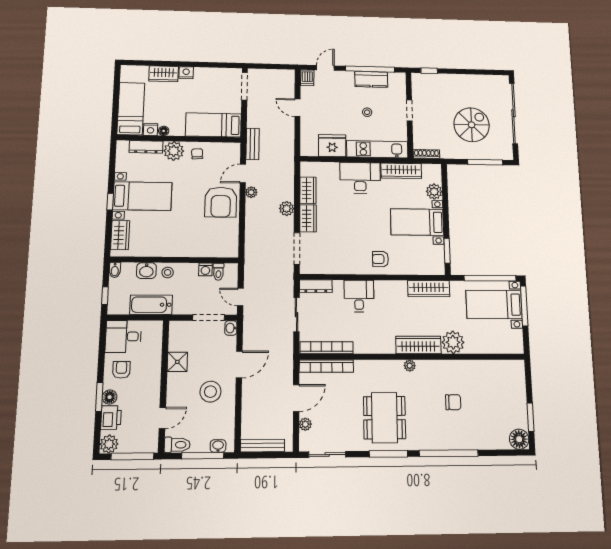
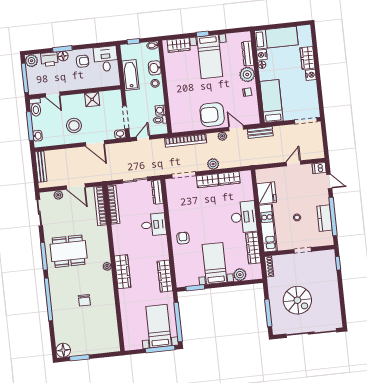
bookcase: (251, 241) -> (186, 140), added
plant: (453, 342) -> (127, 297), removed

